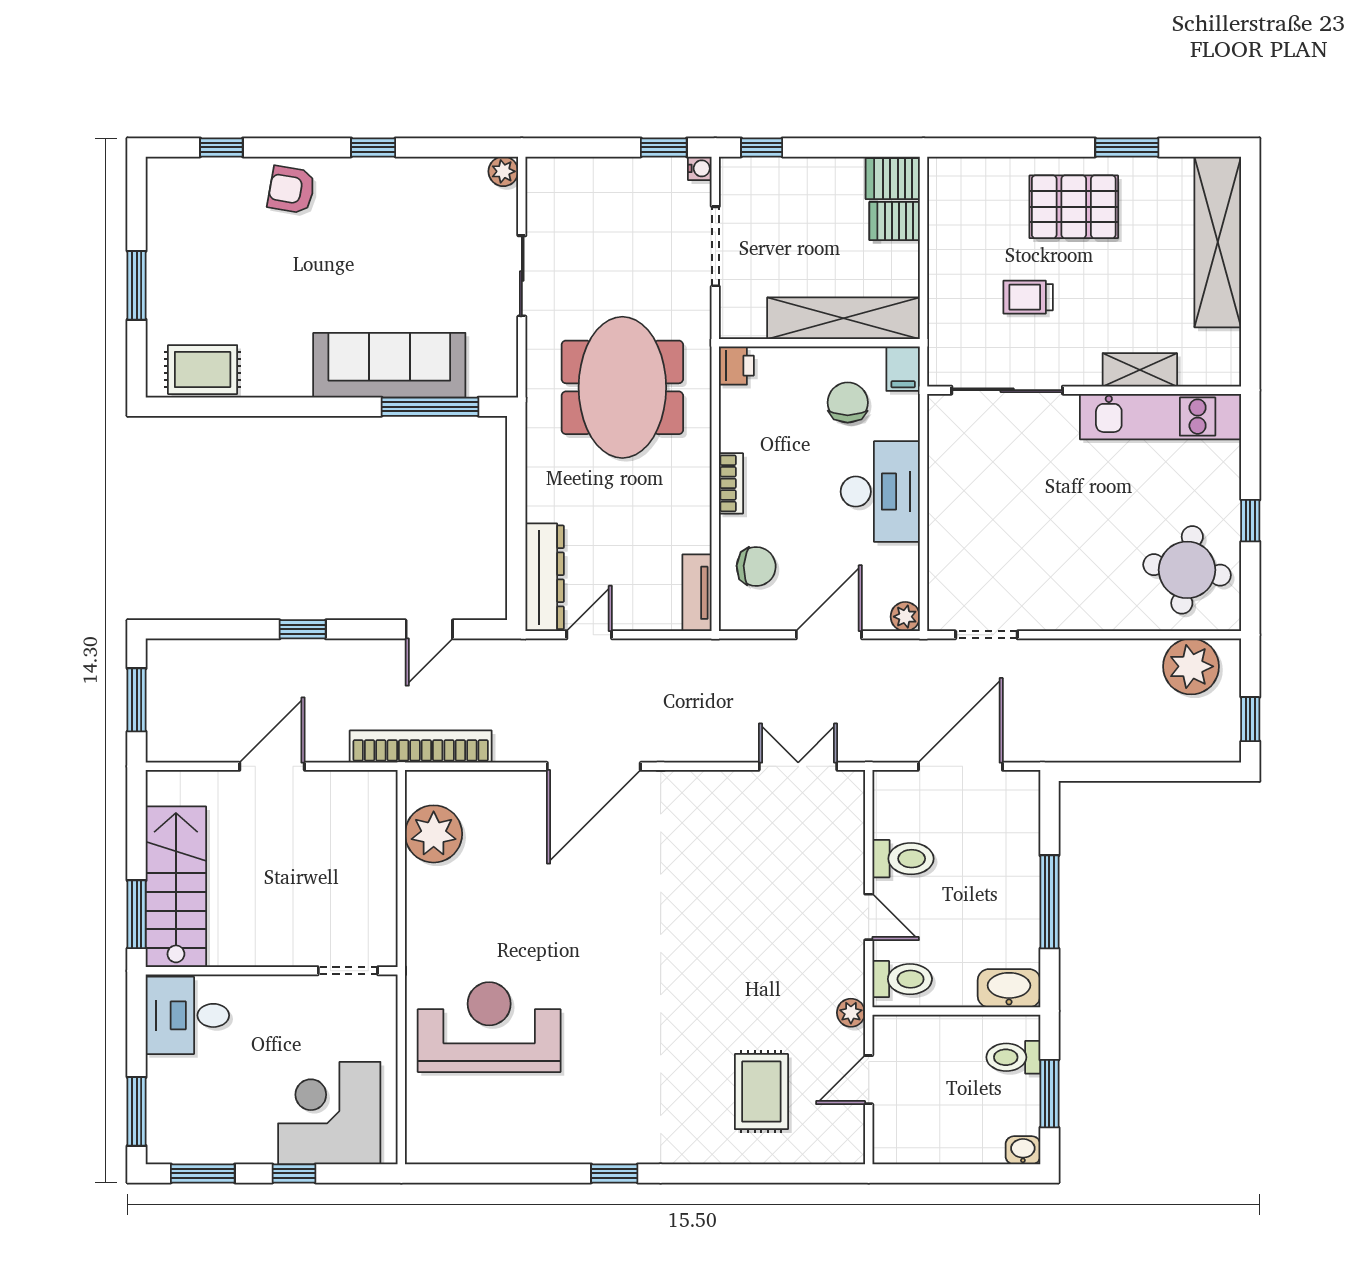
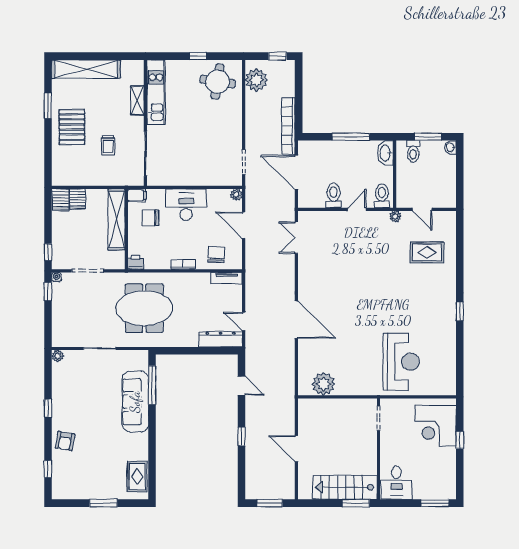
bookcase: (421, 747) -> (288, 126), moved
reception desk: (489, 1027) -> (401, 362), turned 180
window: (203, 1173) -> (460, 477), removed

